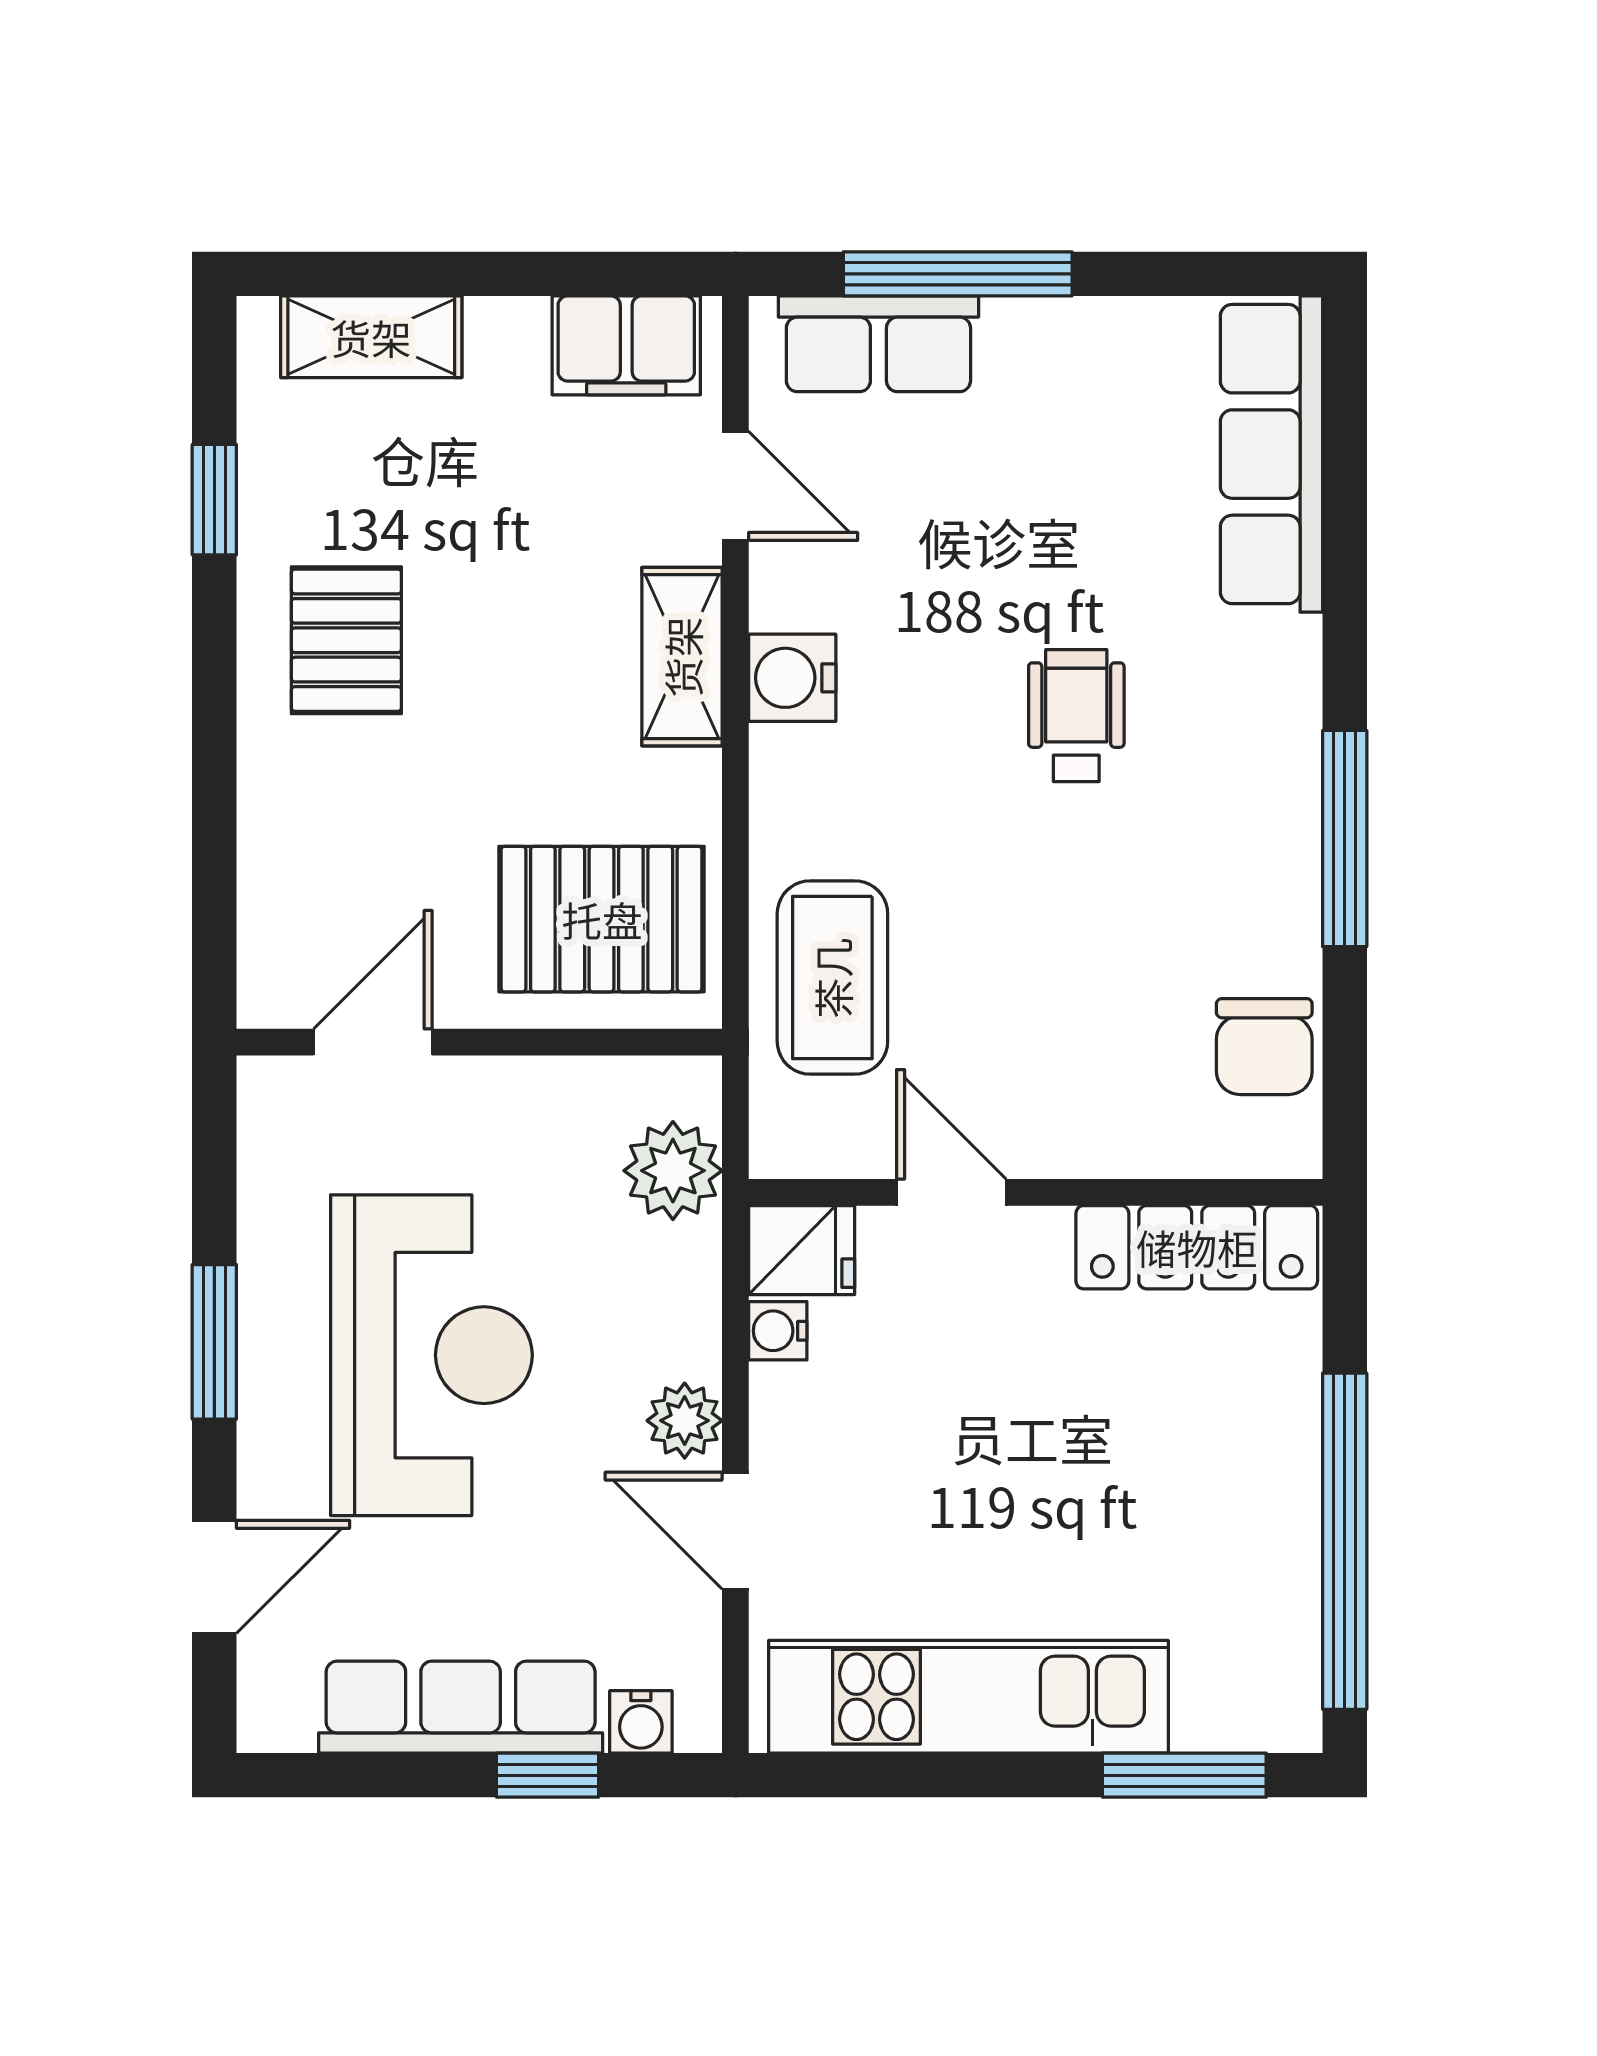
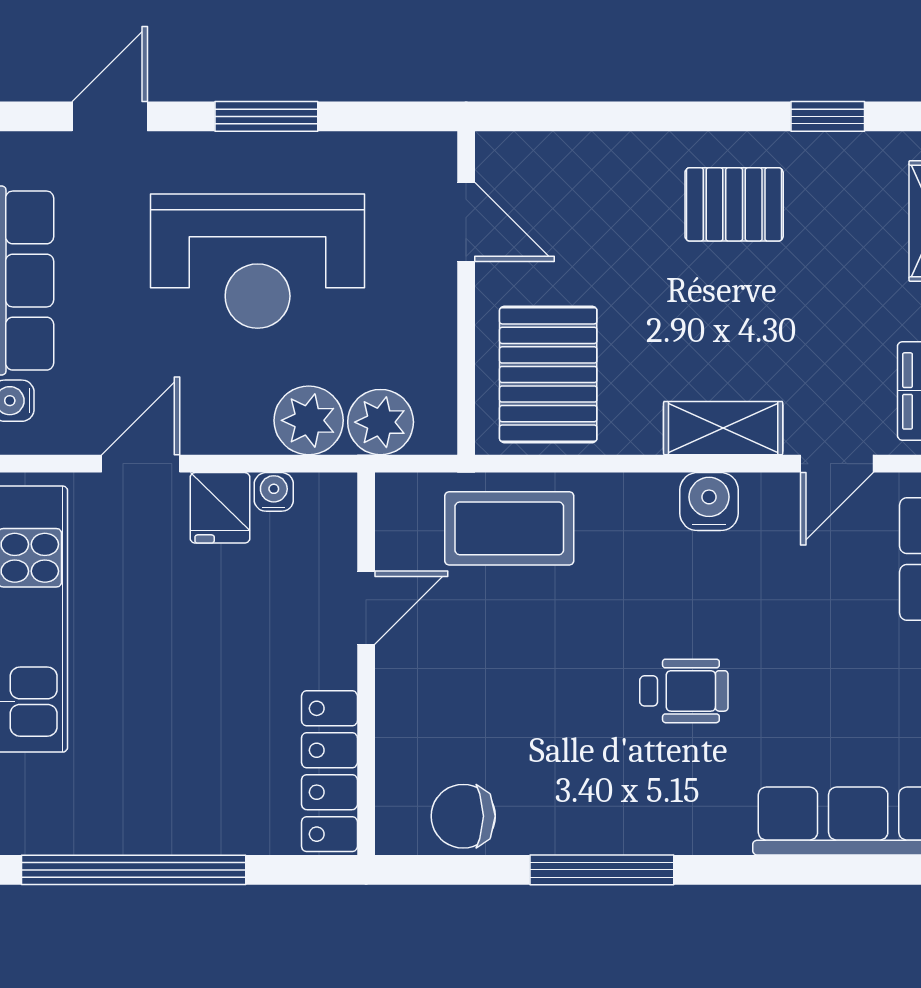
fridge: (802, 1250) -> (220, 508), moved
plant: (685, 1421) -> (309, 420), moved, width x1.38, depth x1.38
door: (214, 1577) -> (110, 116), swing flipped

